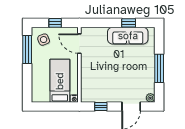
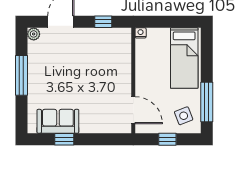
sofa: (128, 36) -> (58, 121), width x0.73
bed: (60, 81) -> (184, 58), moved

